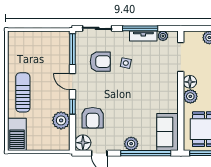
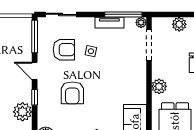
window: (140, 28) -> (123, 14), moved
plant: (163, 36) -> (141, 22), moved
floor lamp: (190, 82) -> (159, 71), removed
armchair: (93, 118) -> (72, 93), moved

